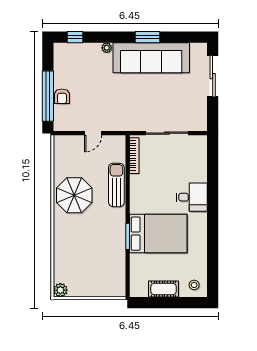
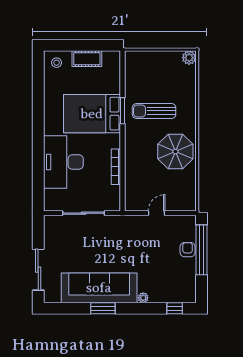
bookcase: (134, 156) -> (116, 167), moved
sun lounger: (116, 185) -> (154, 111), moved, turned 90
desk: (192, 197) -> (63, 162), width x1.87, depth x1.30

